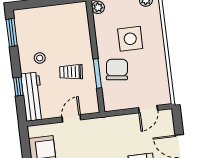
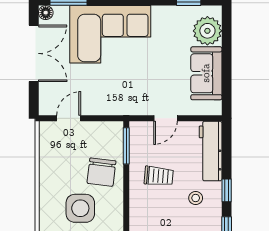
window: (97, 73) -> (126, 146), moved
window: (18, 87) -> (227, 190), moved

